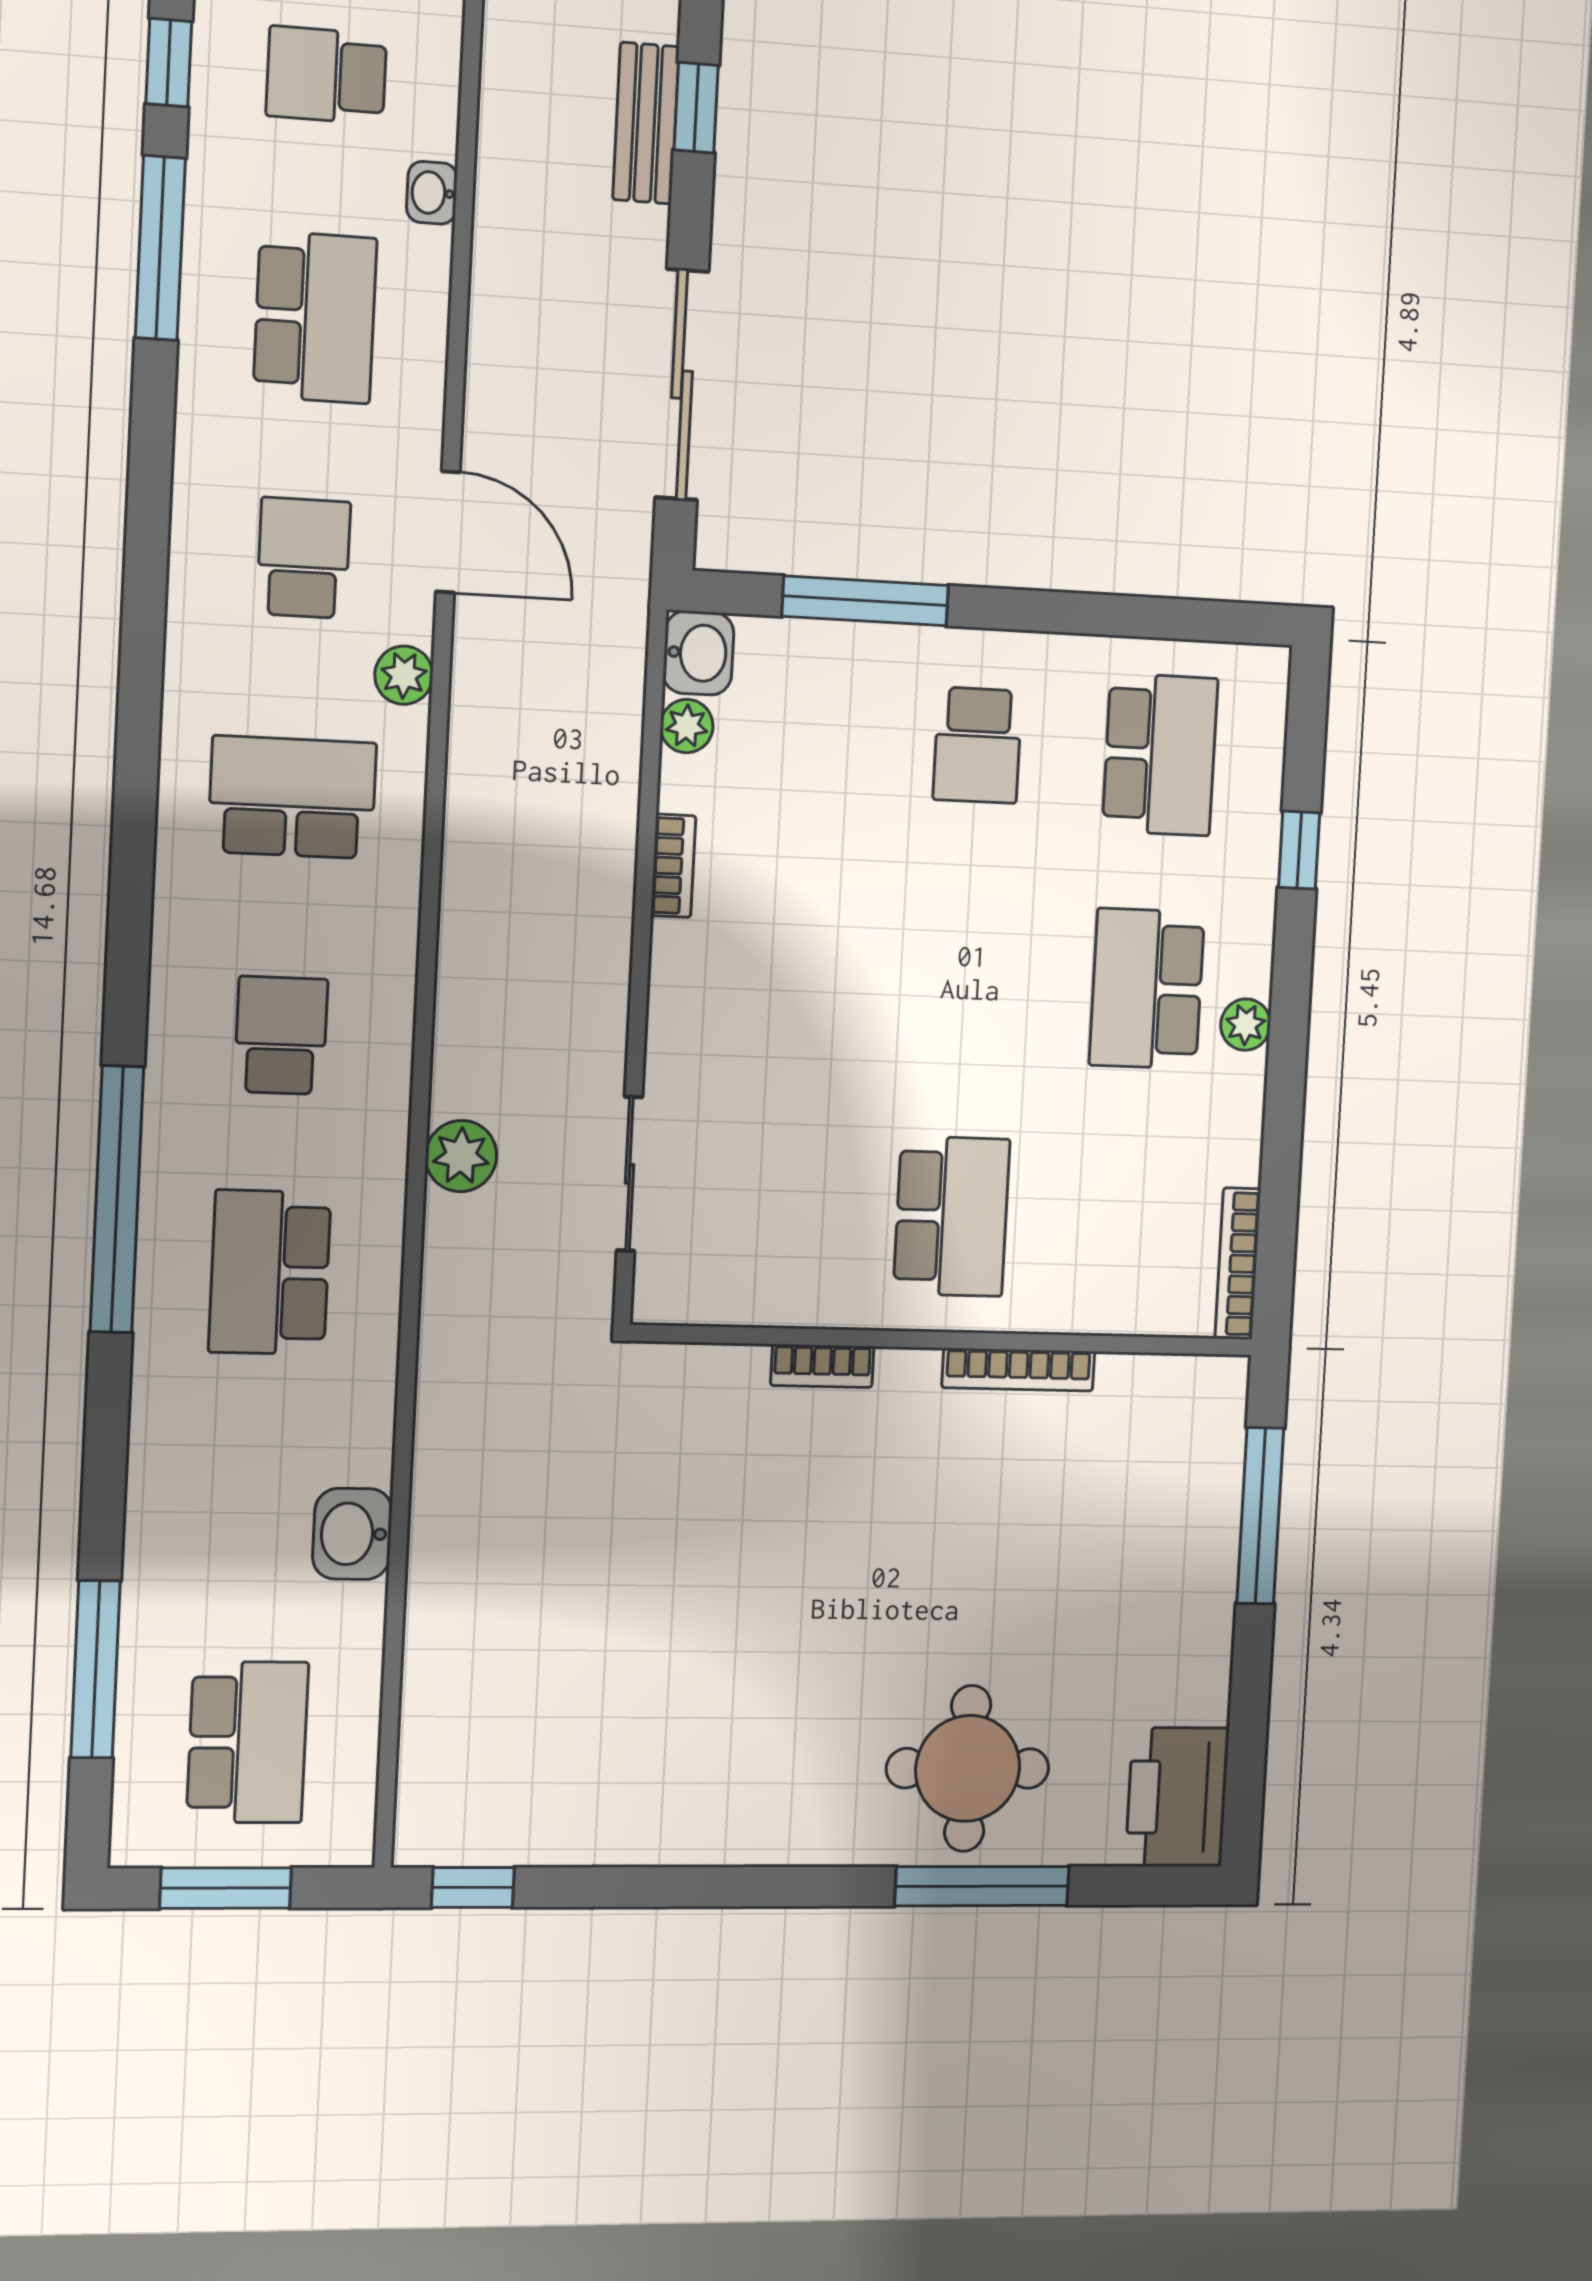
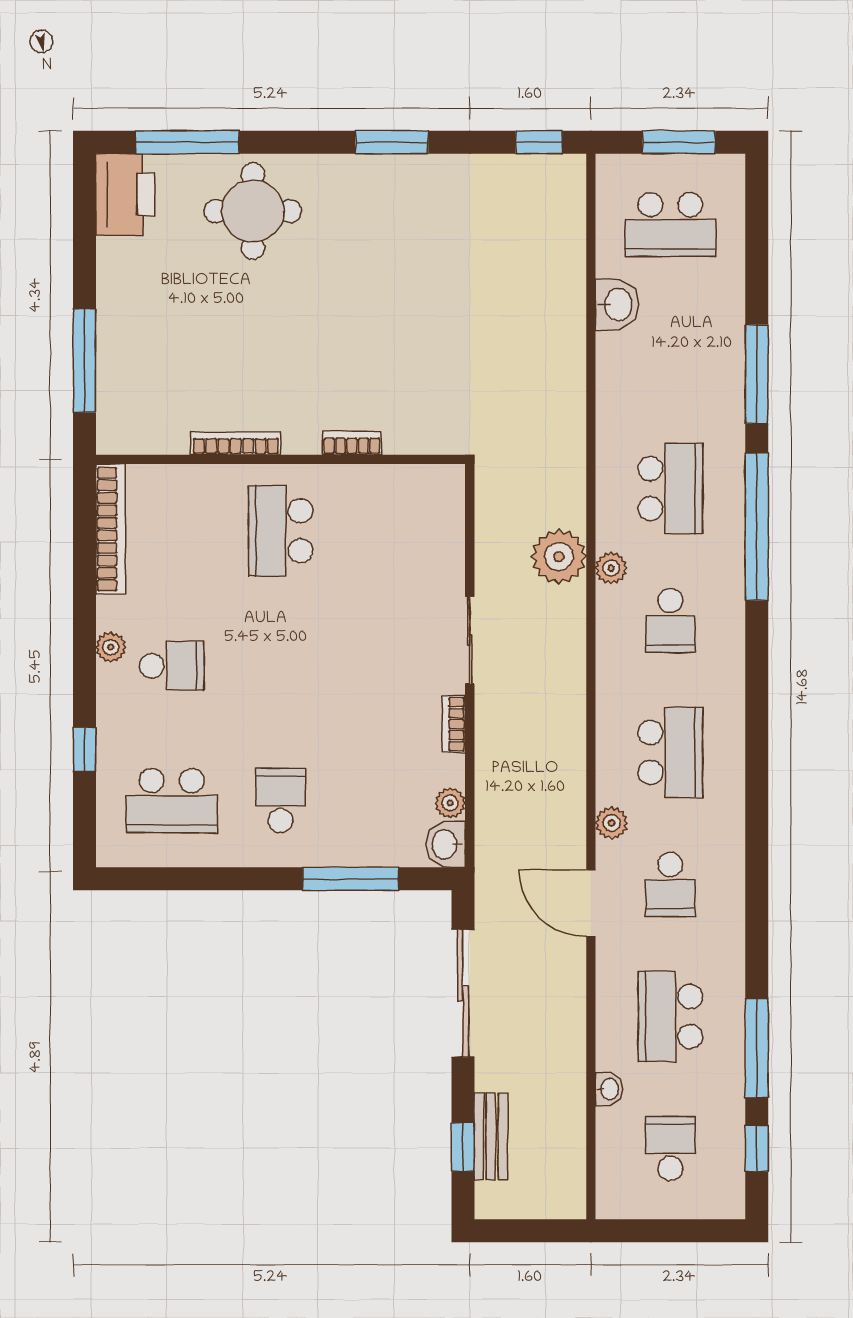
school desk: (326, 75) -> (670, 1148), turned -90
school desk: (1160, 755) -> (172, 801), turned -90
school desk: (292, 797) -> (670, 752), turned -90
school desk: (1147, 989) -> (172, 666), width x0.54
plant: (382, 1133) -> (611, 568), added
plant: (461, 1156) -> (559, 557), width x1.36, depth x1.36
sliding door: (629, 1174) -> (470, 640), moved
bookcase: (1238, 1264) -> (111, 529), width x1.48, depth x1.31
washbasin: (352, 1534) -> (617, 304), moved
window: (96, 1669) -> (757, 374), moved
school desk: (248, 1742) -> (670, 225), turned -90
window: (982, 1886) -> (187, 142), moved
window: (727, 1887) -> (392, 142), added

